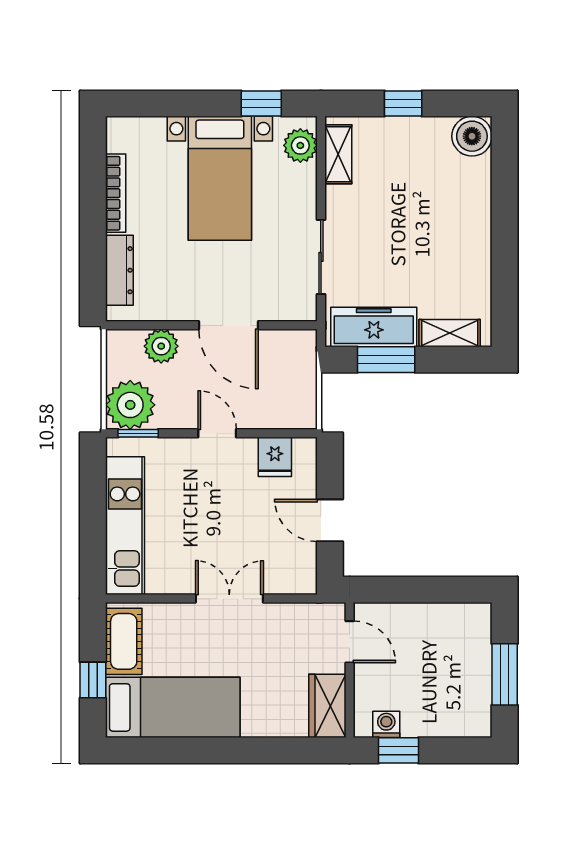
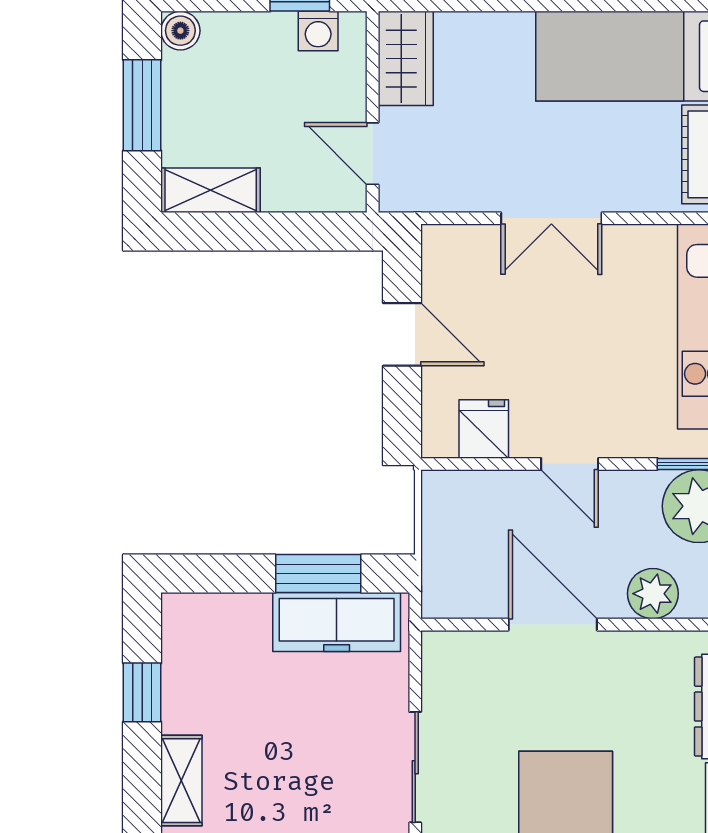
sliding door: (321, 257) -> (415, 767), moved
window: (505, 280) -> (142, 692), added
shelving: (450, 333) -> (181, 781), moved, turned 90
shelving: (459, 617) -> (211, 190), added
boiler: (479, 725) -> (180, 31), added

